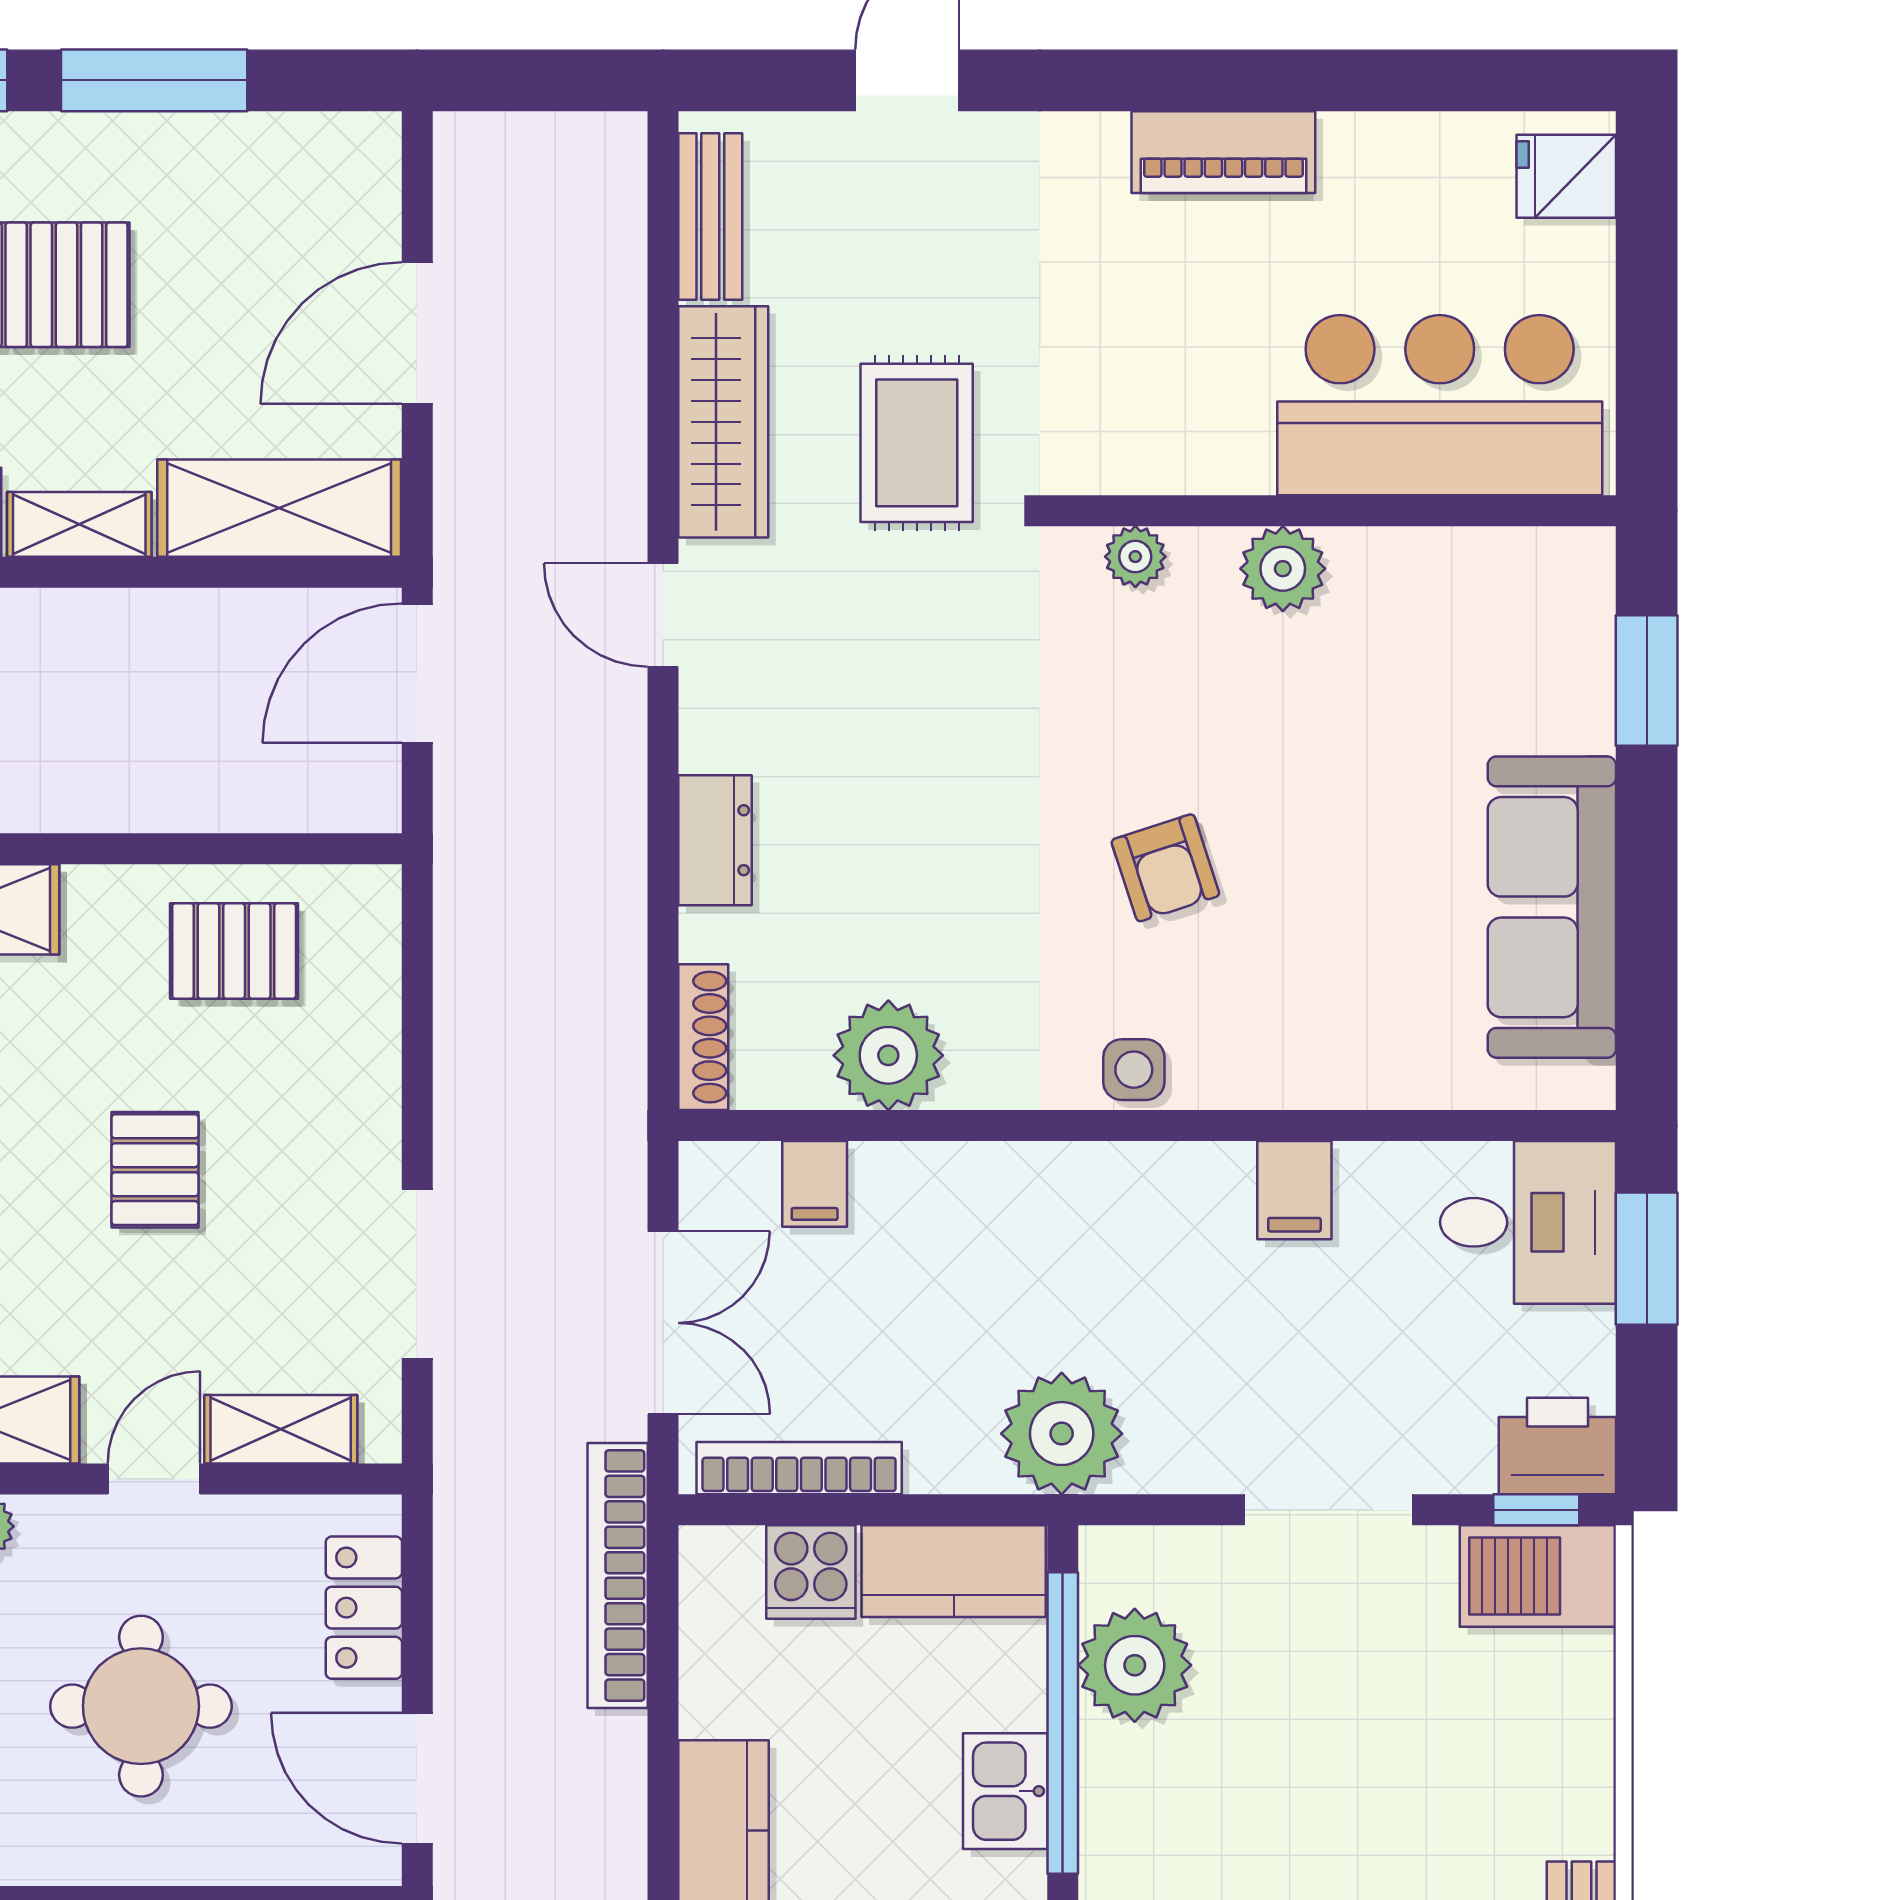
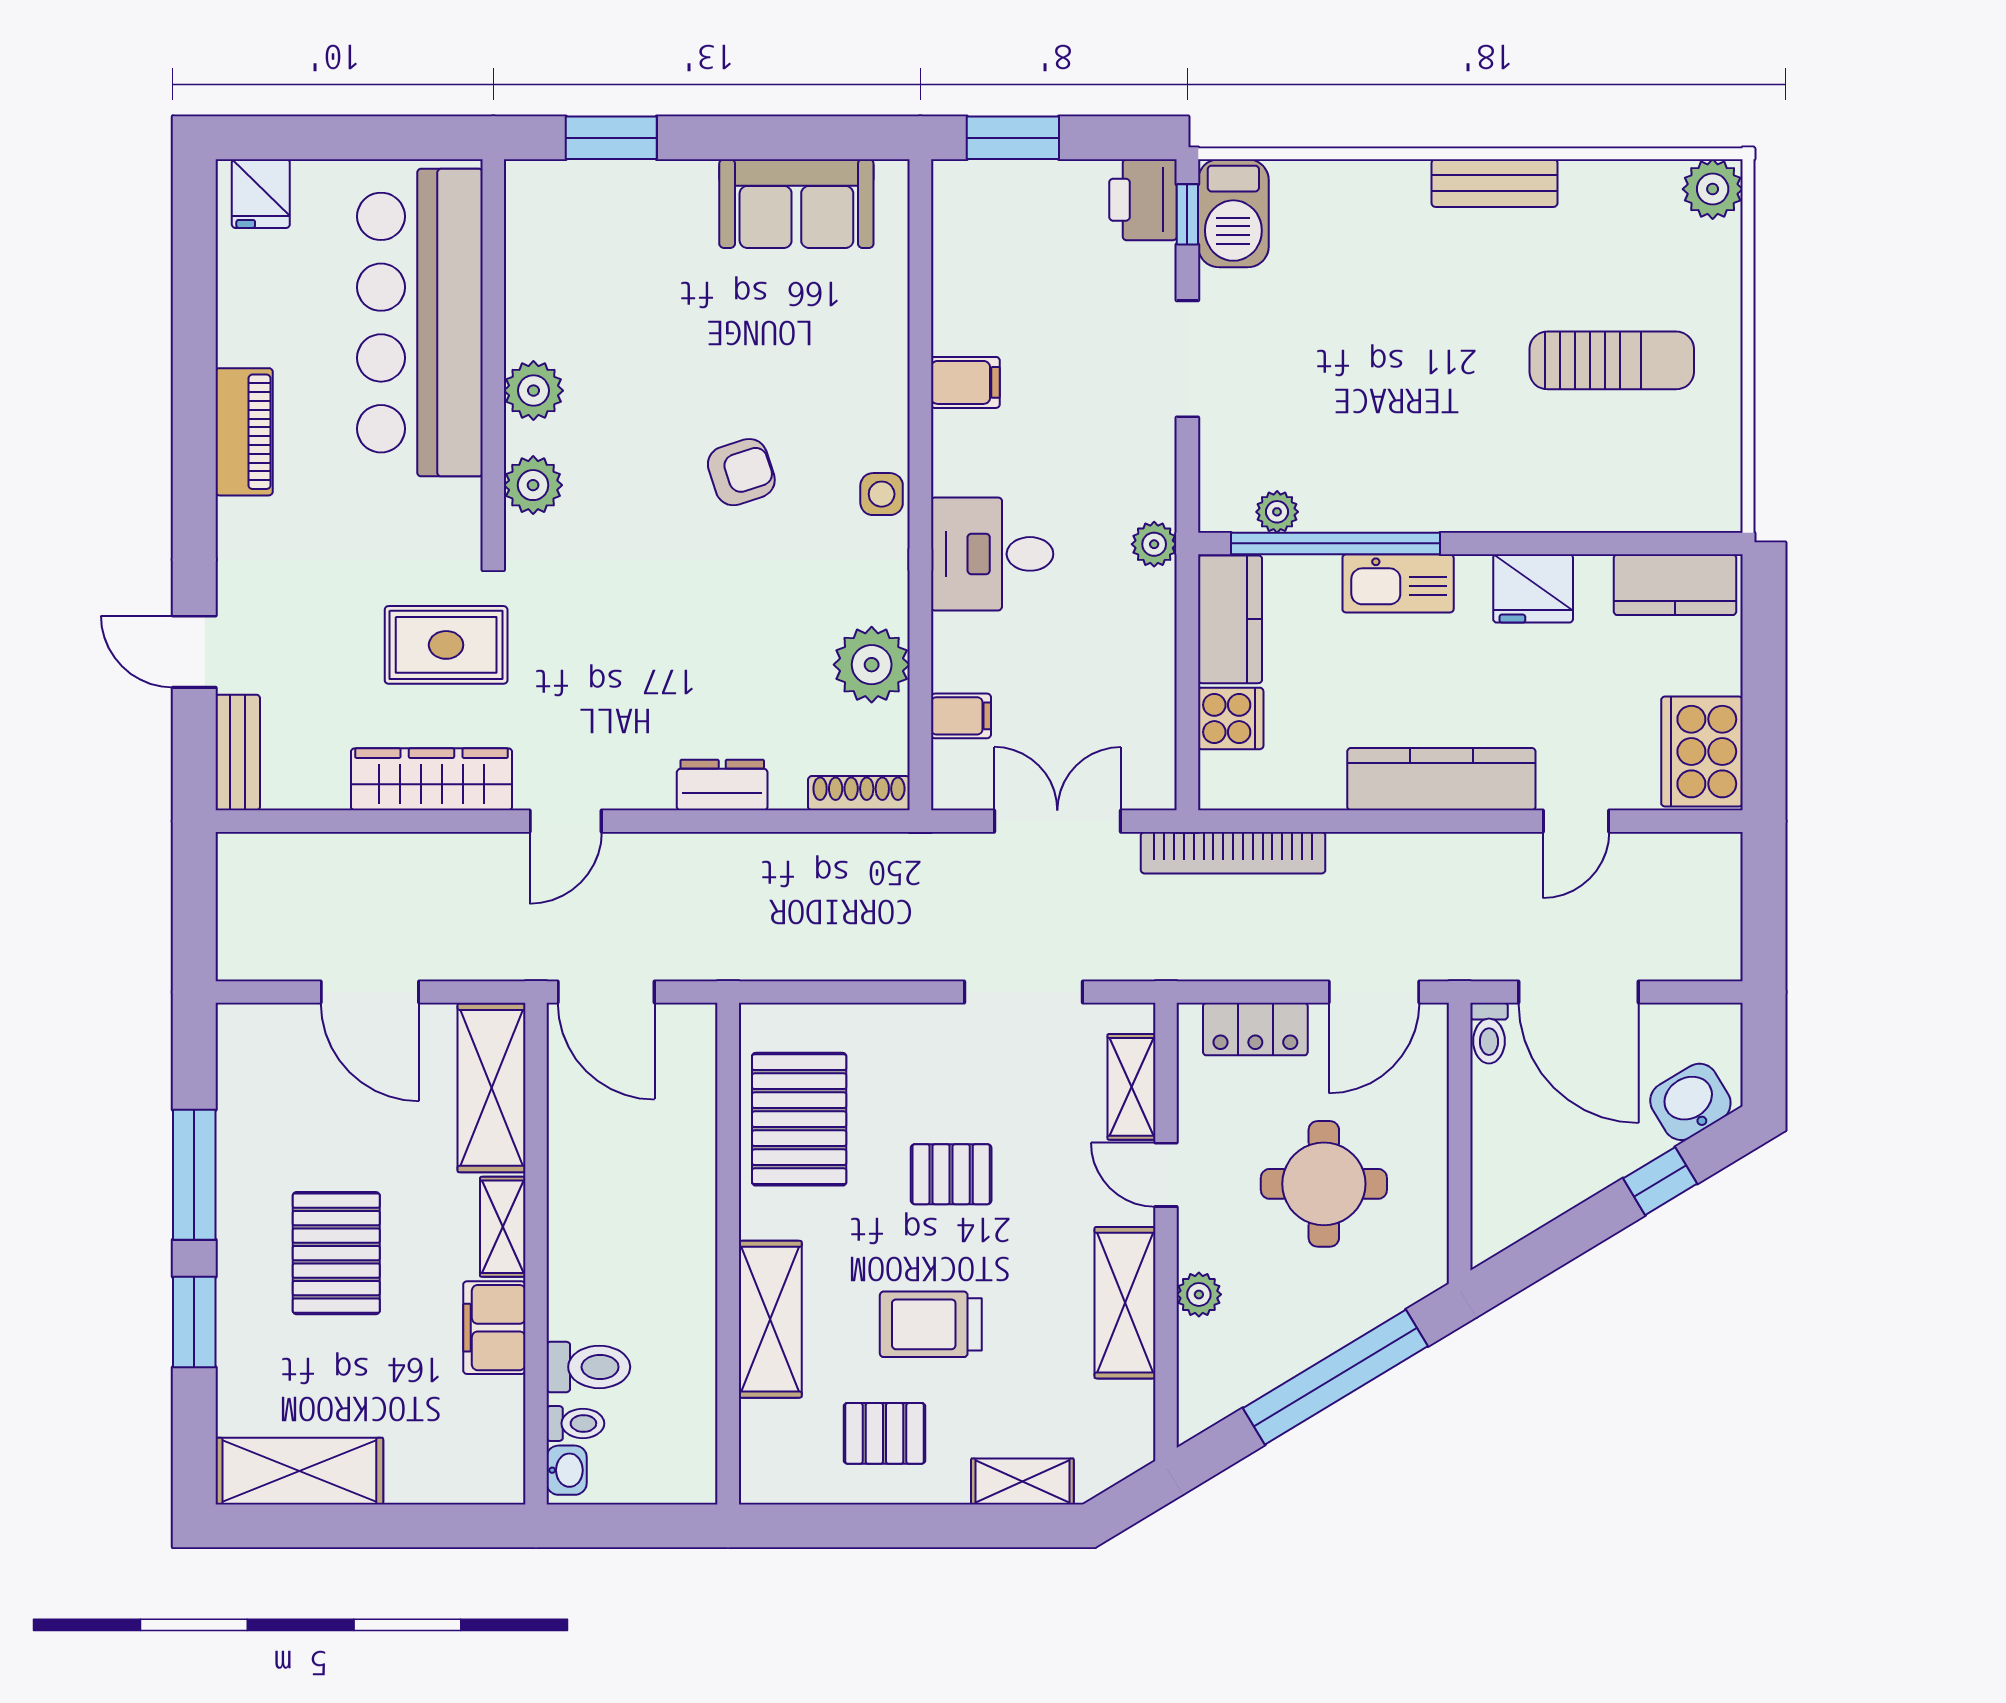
bench: (710, 216) -> (238, 752), moved, turned 90
bar counter: (1440, 405) -> (420, 323), width x1.36
plant: (1135, 557) -> (533, 485), width x1.38, depth x1.38
sofa: (1552, 907) -> (796, 204), width x0.73
pallet: (234, 951) -> (799, 1119), width x1.50, depth x1.42
desk: (1528, 1222) -> (992, 554), moved, turned -90
plant: (1062, 1434) -> (1154, 544), width x0.53, depth x0.53
bookcase: (799, 1468) -> (1158, 727), removed
plant: (1135, 1665) -> (1277, 512), width x0.53, depth x0.53
kitchen sink: (1005, 1791) -> (1398, 583), width x1.38

